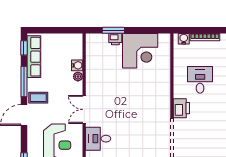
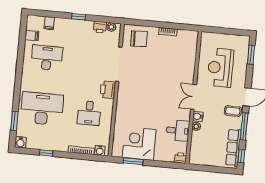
window: (113, 30) -> (133, 161), moved
printer: (115, 39) -> (180, 158), moved
water cooler: (77, 65) -> (198, 116), moved
double door: (84, 109) -> (194, 97), swing flipped
desk: (98, 139) -> (178, 131), moved

